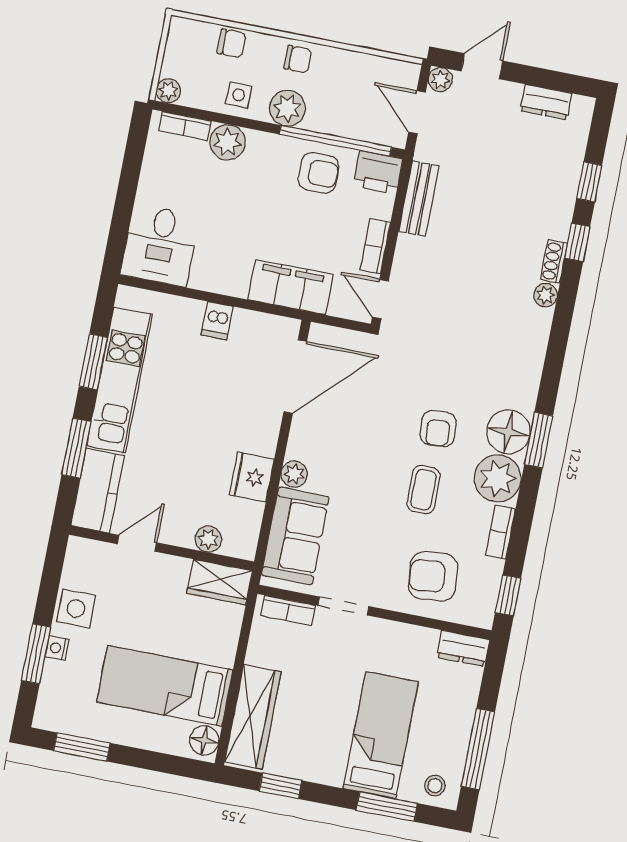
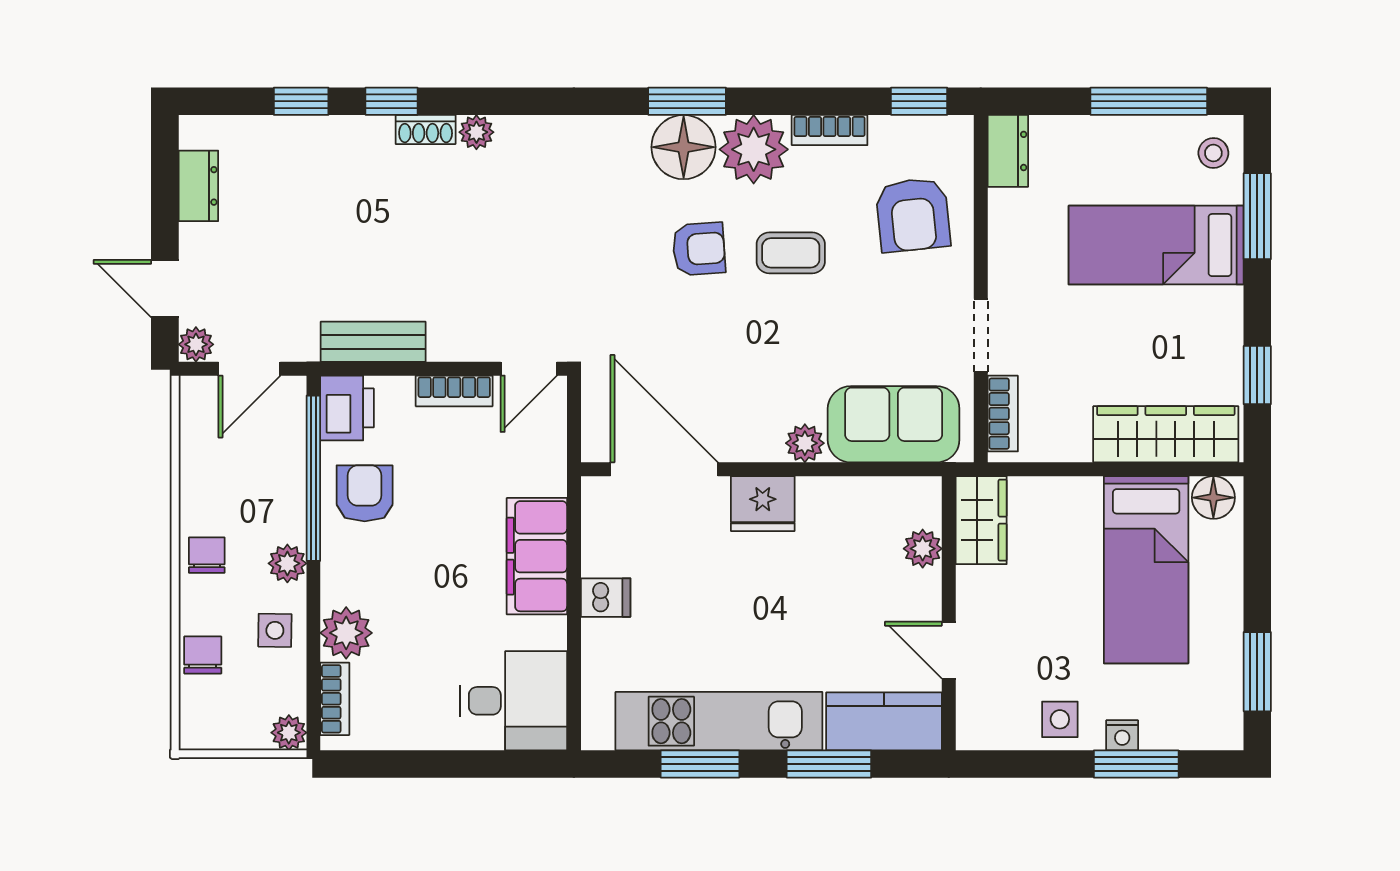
plant: (287, 108) -> (287, 563), width x0.73, depth x0.73
filing cabinet: (290, 287) -> (537, 556), moved
fridge: (252, 477) -> (763, 504), moved
side table: (76, 609) -> (1060, 719), width x0.73, depth x0.73

